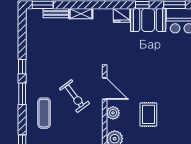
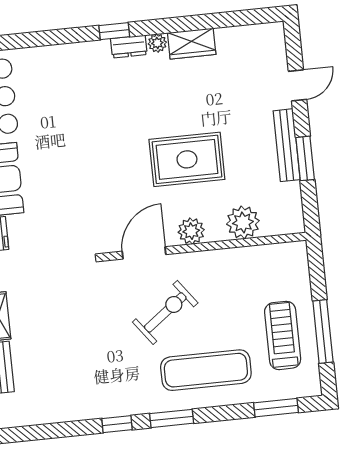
exercise mat: (44, 113) -> (206, 370), width x1.36, depth x1.45
rug: (148, 114) -> (187, 159), width x1.36, depth x1.43

